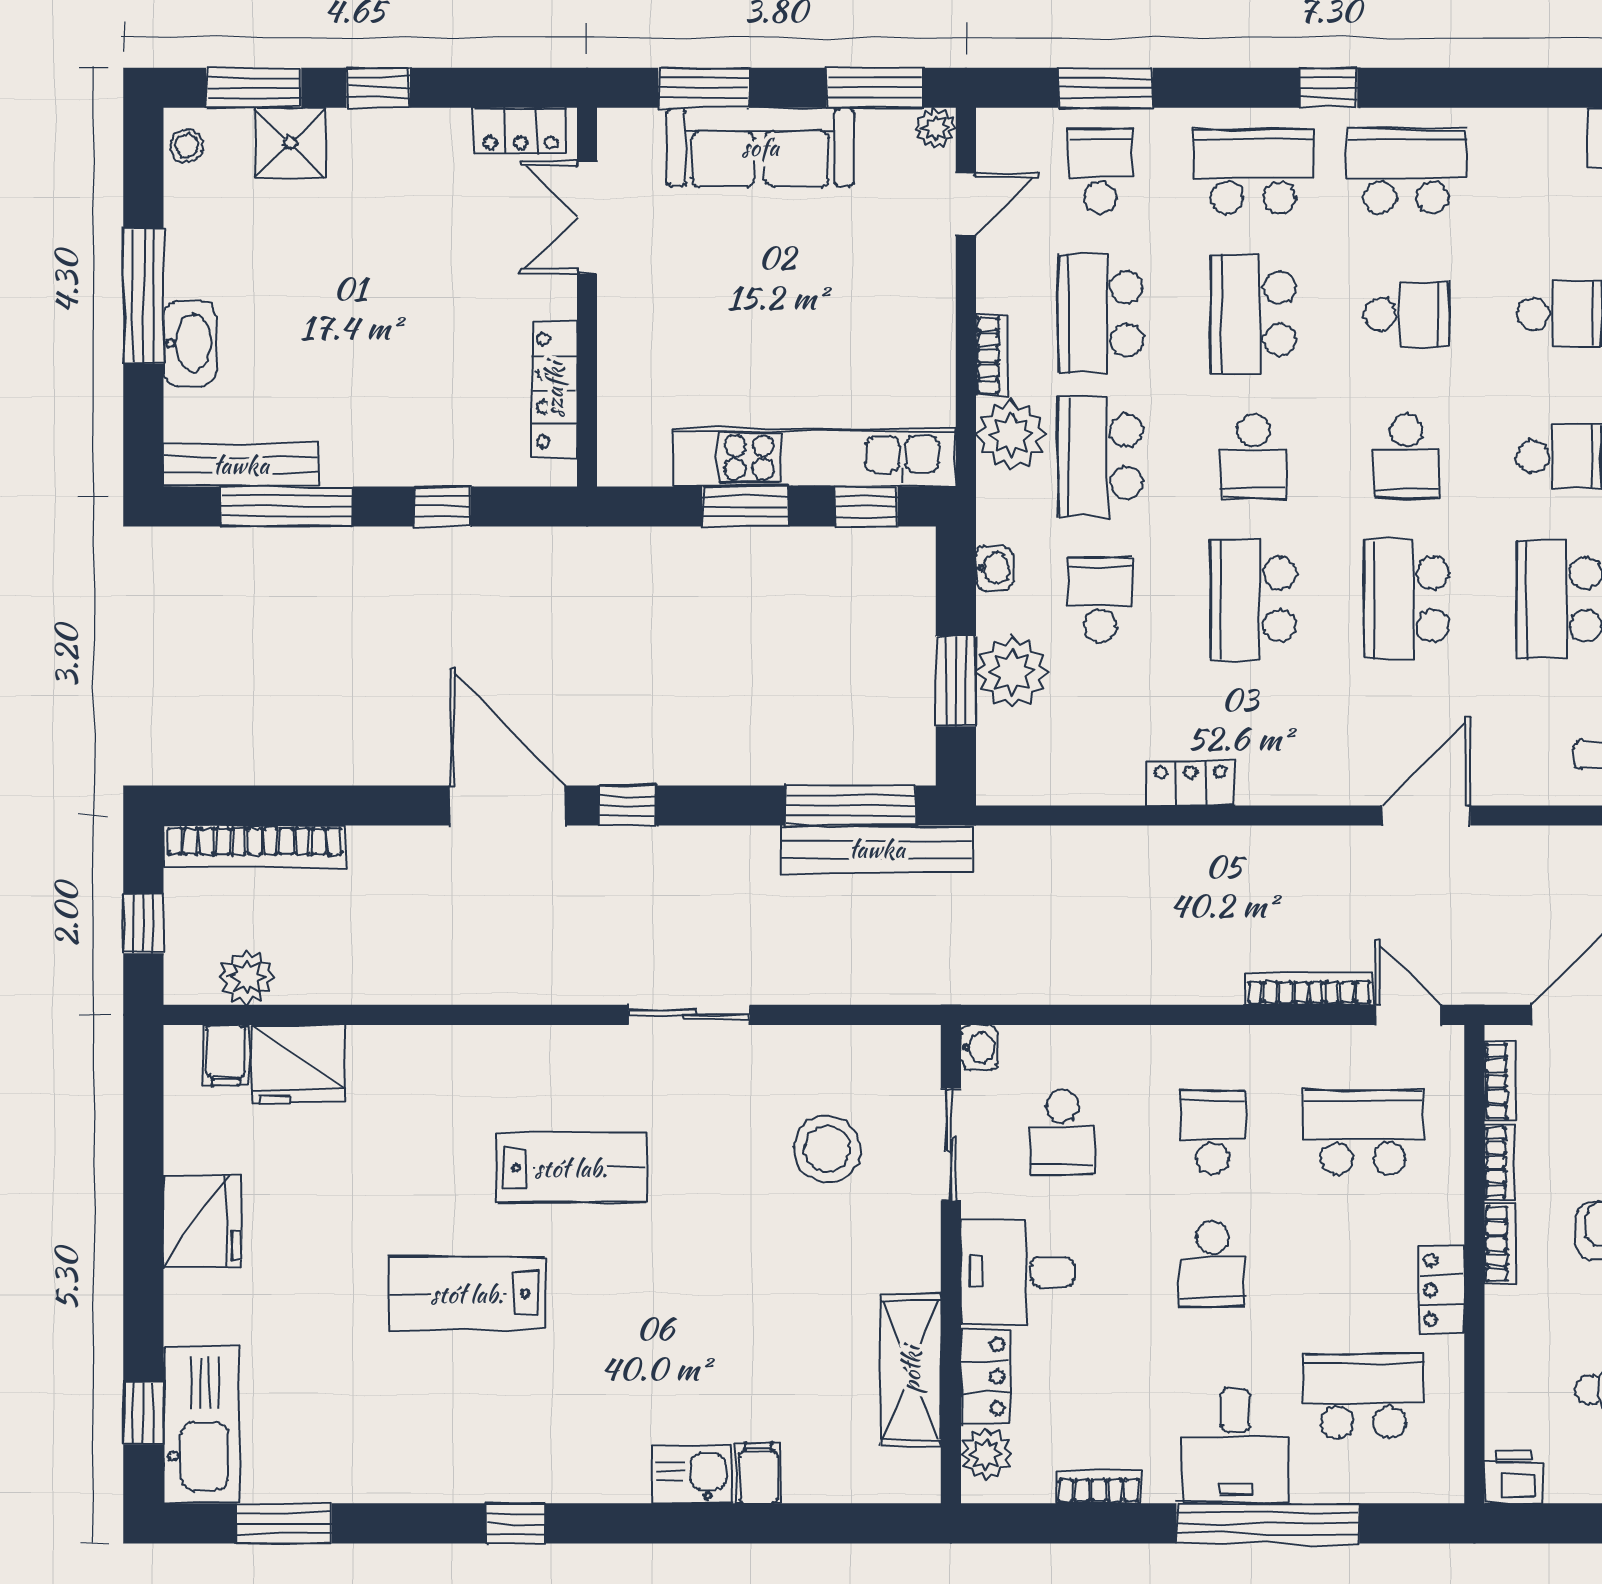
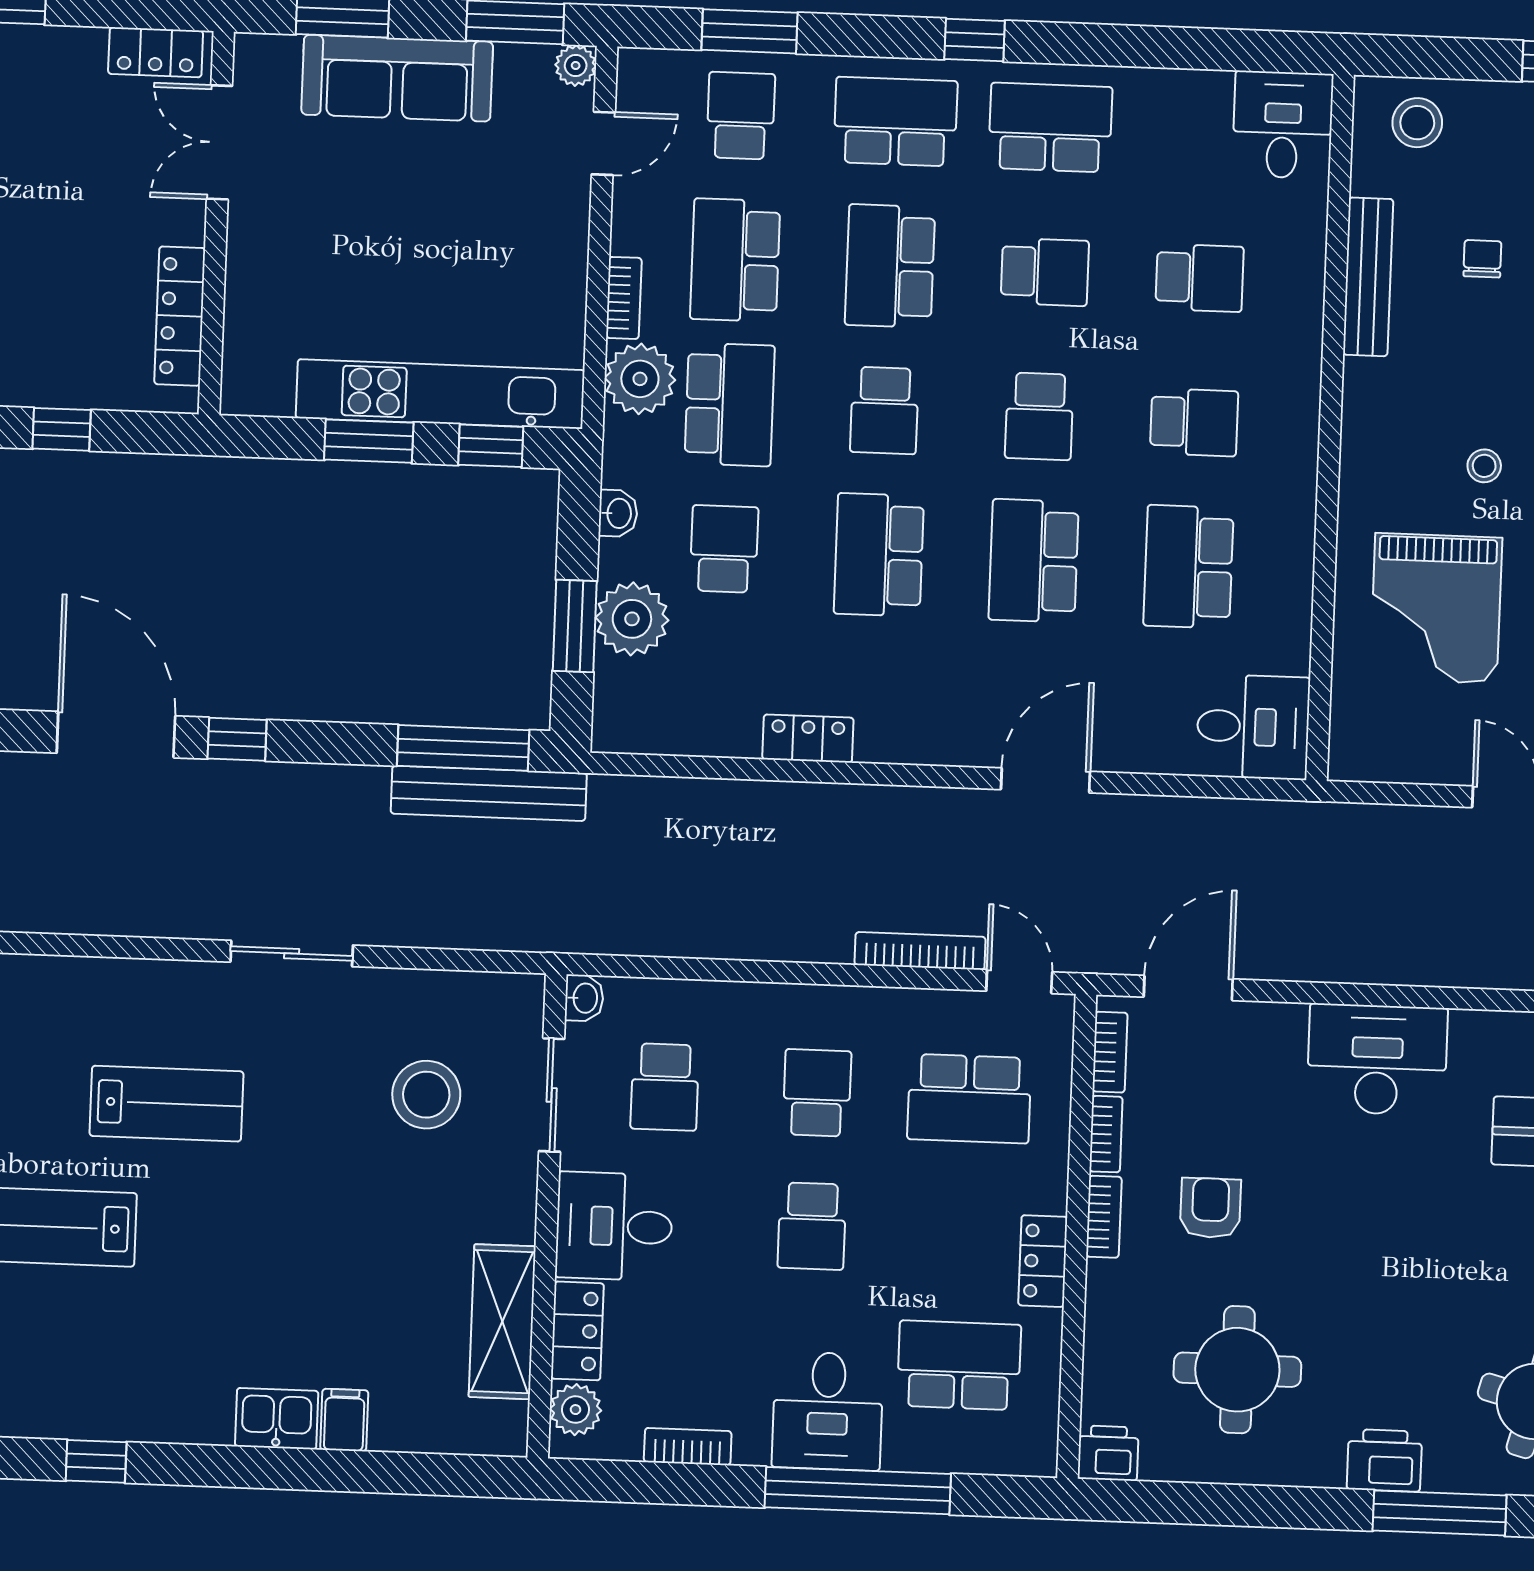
school desk: (1100, 457) -> (730, 404), turned 180
school desk: (1363, 1132) -> (969, 1099), turned 180

